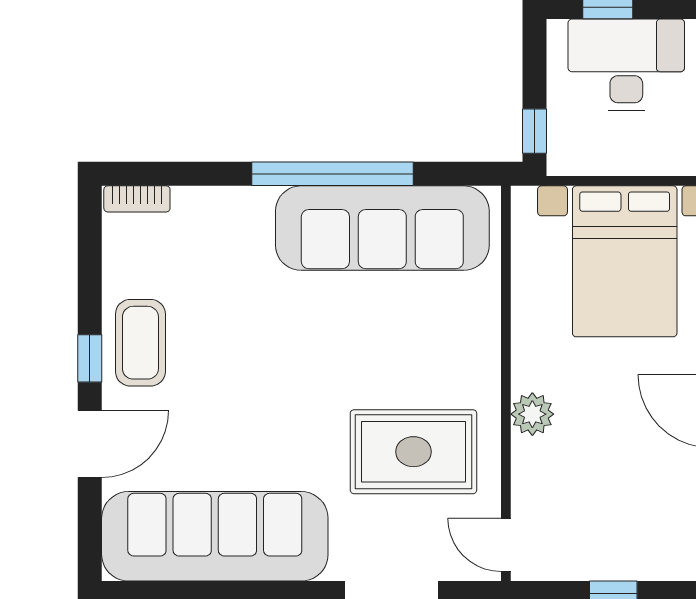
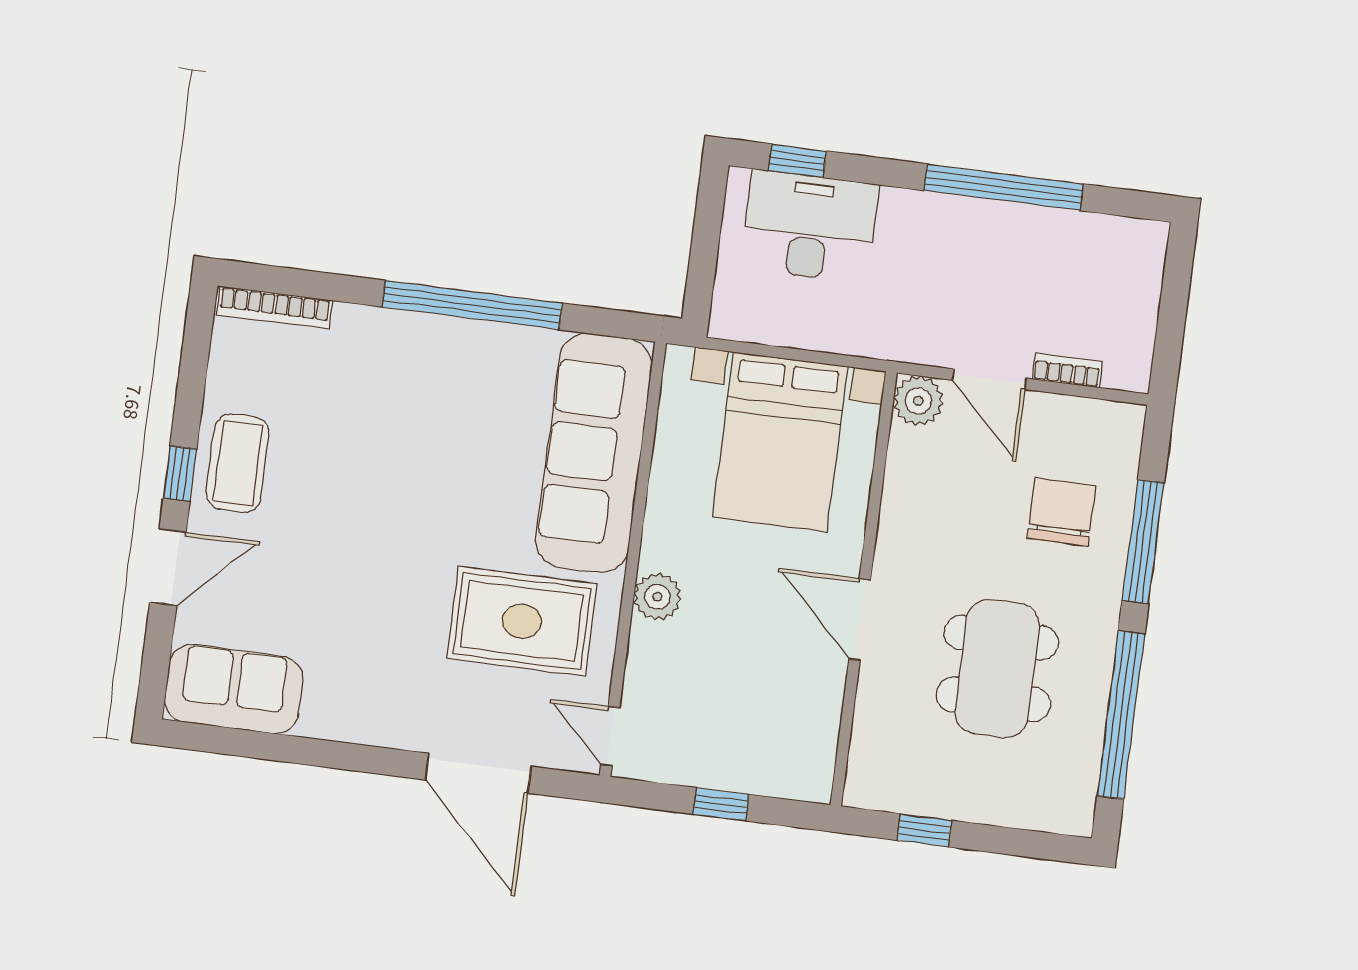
window: (535, 131) -> (700, 287), removed
bookcase: (137, 199) -> (274, 308), width x1.56
sofa: (382, 228) -> (594, 453), moved, turned 90
sofa: (215, 536) -> (234, 689), width x0.54, depth x0.79

